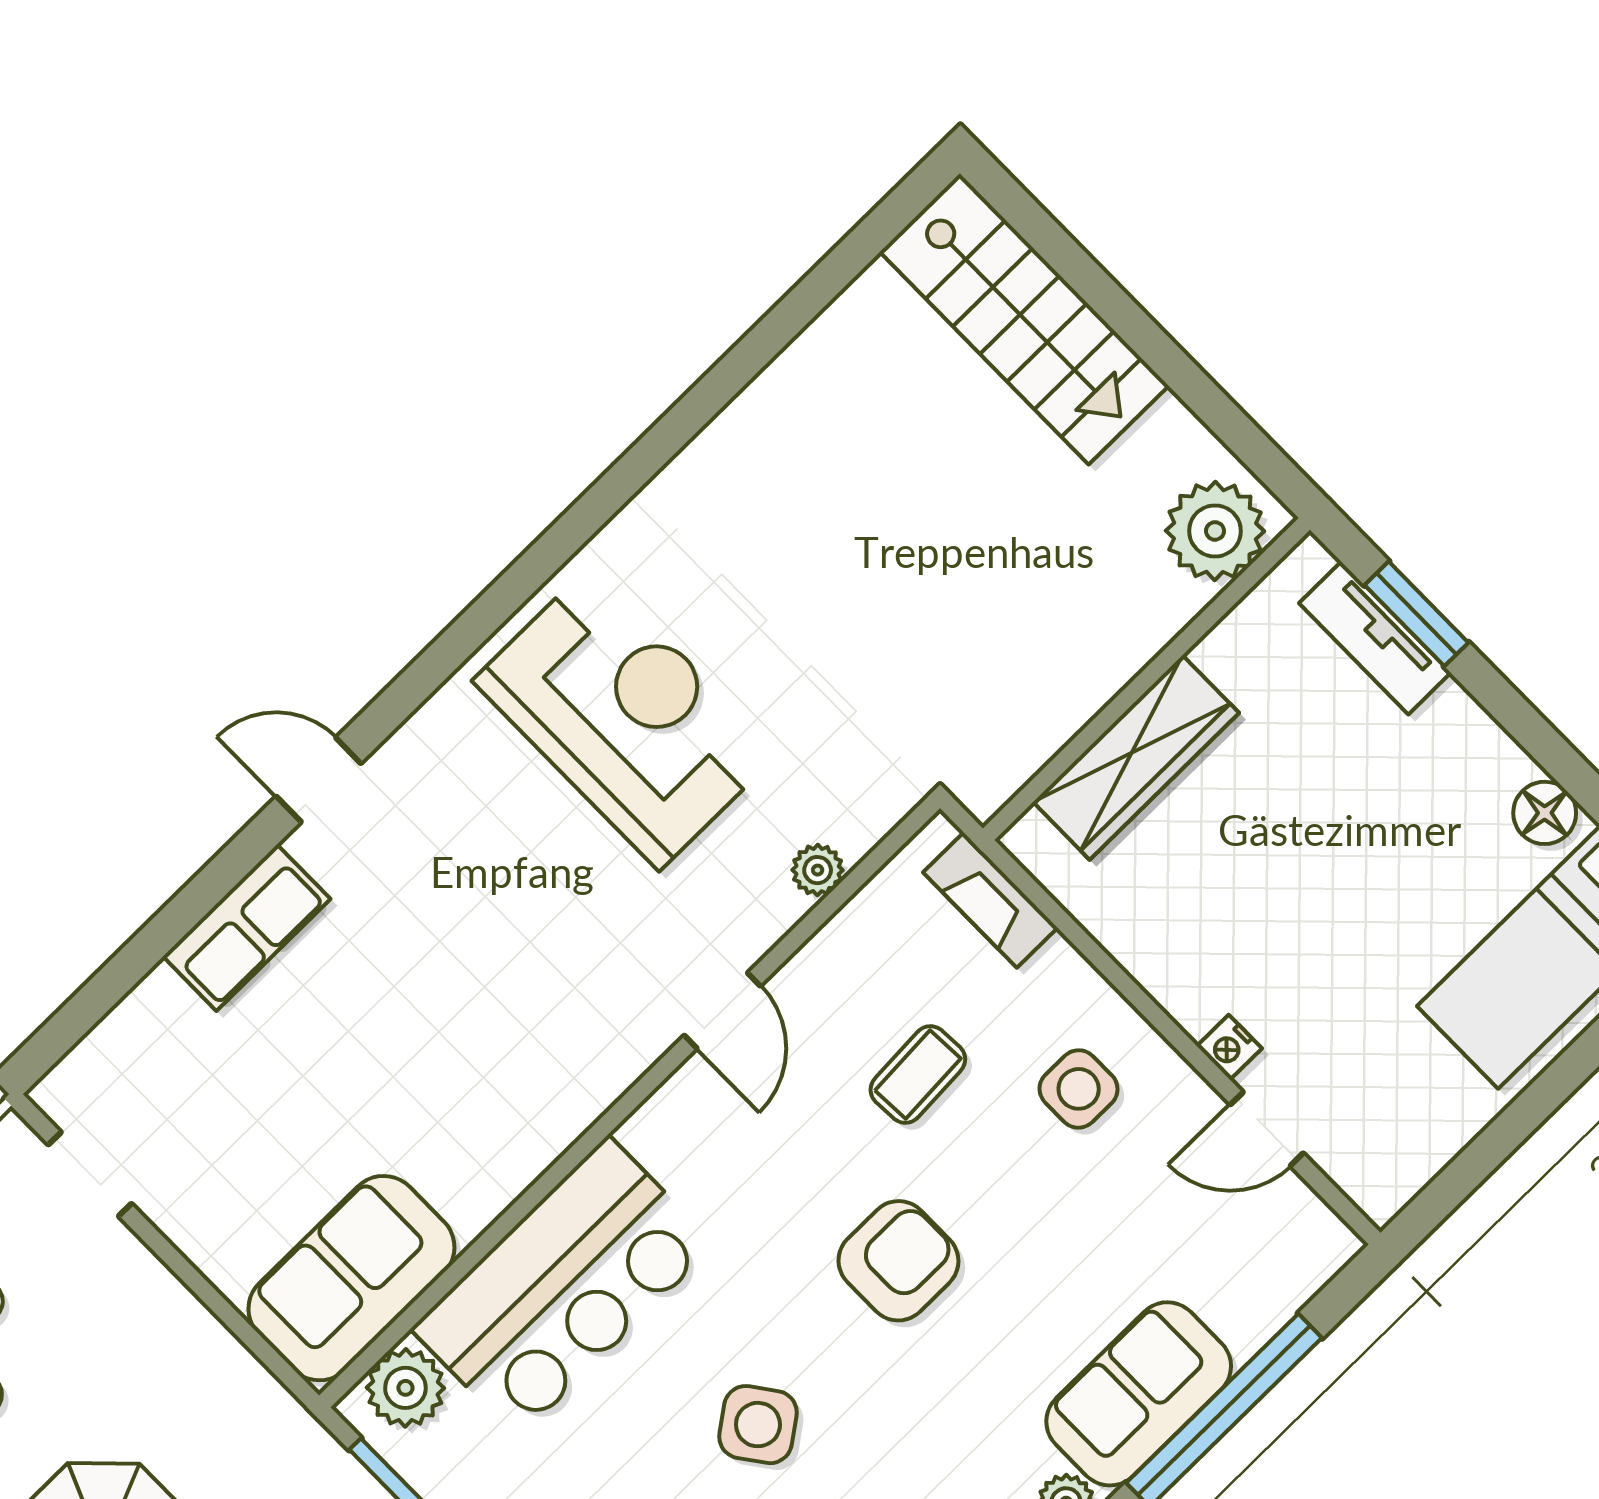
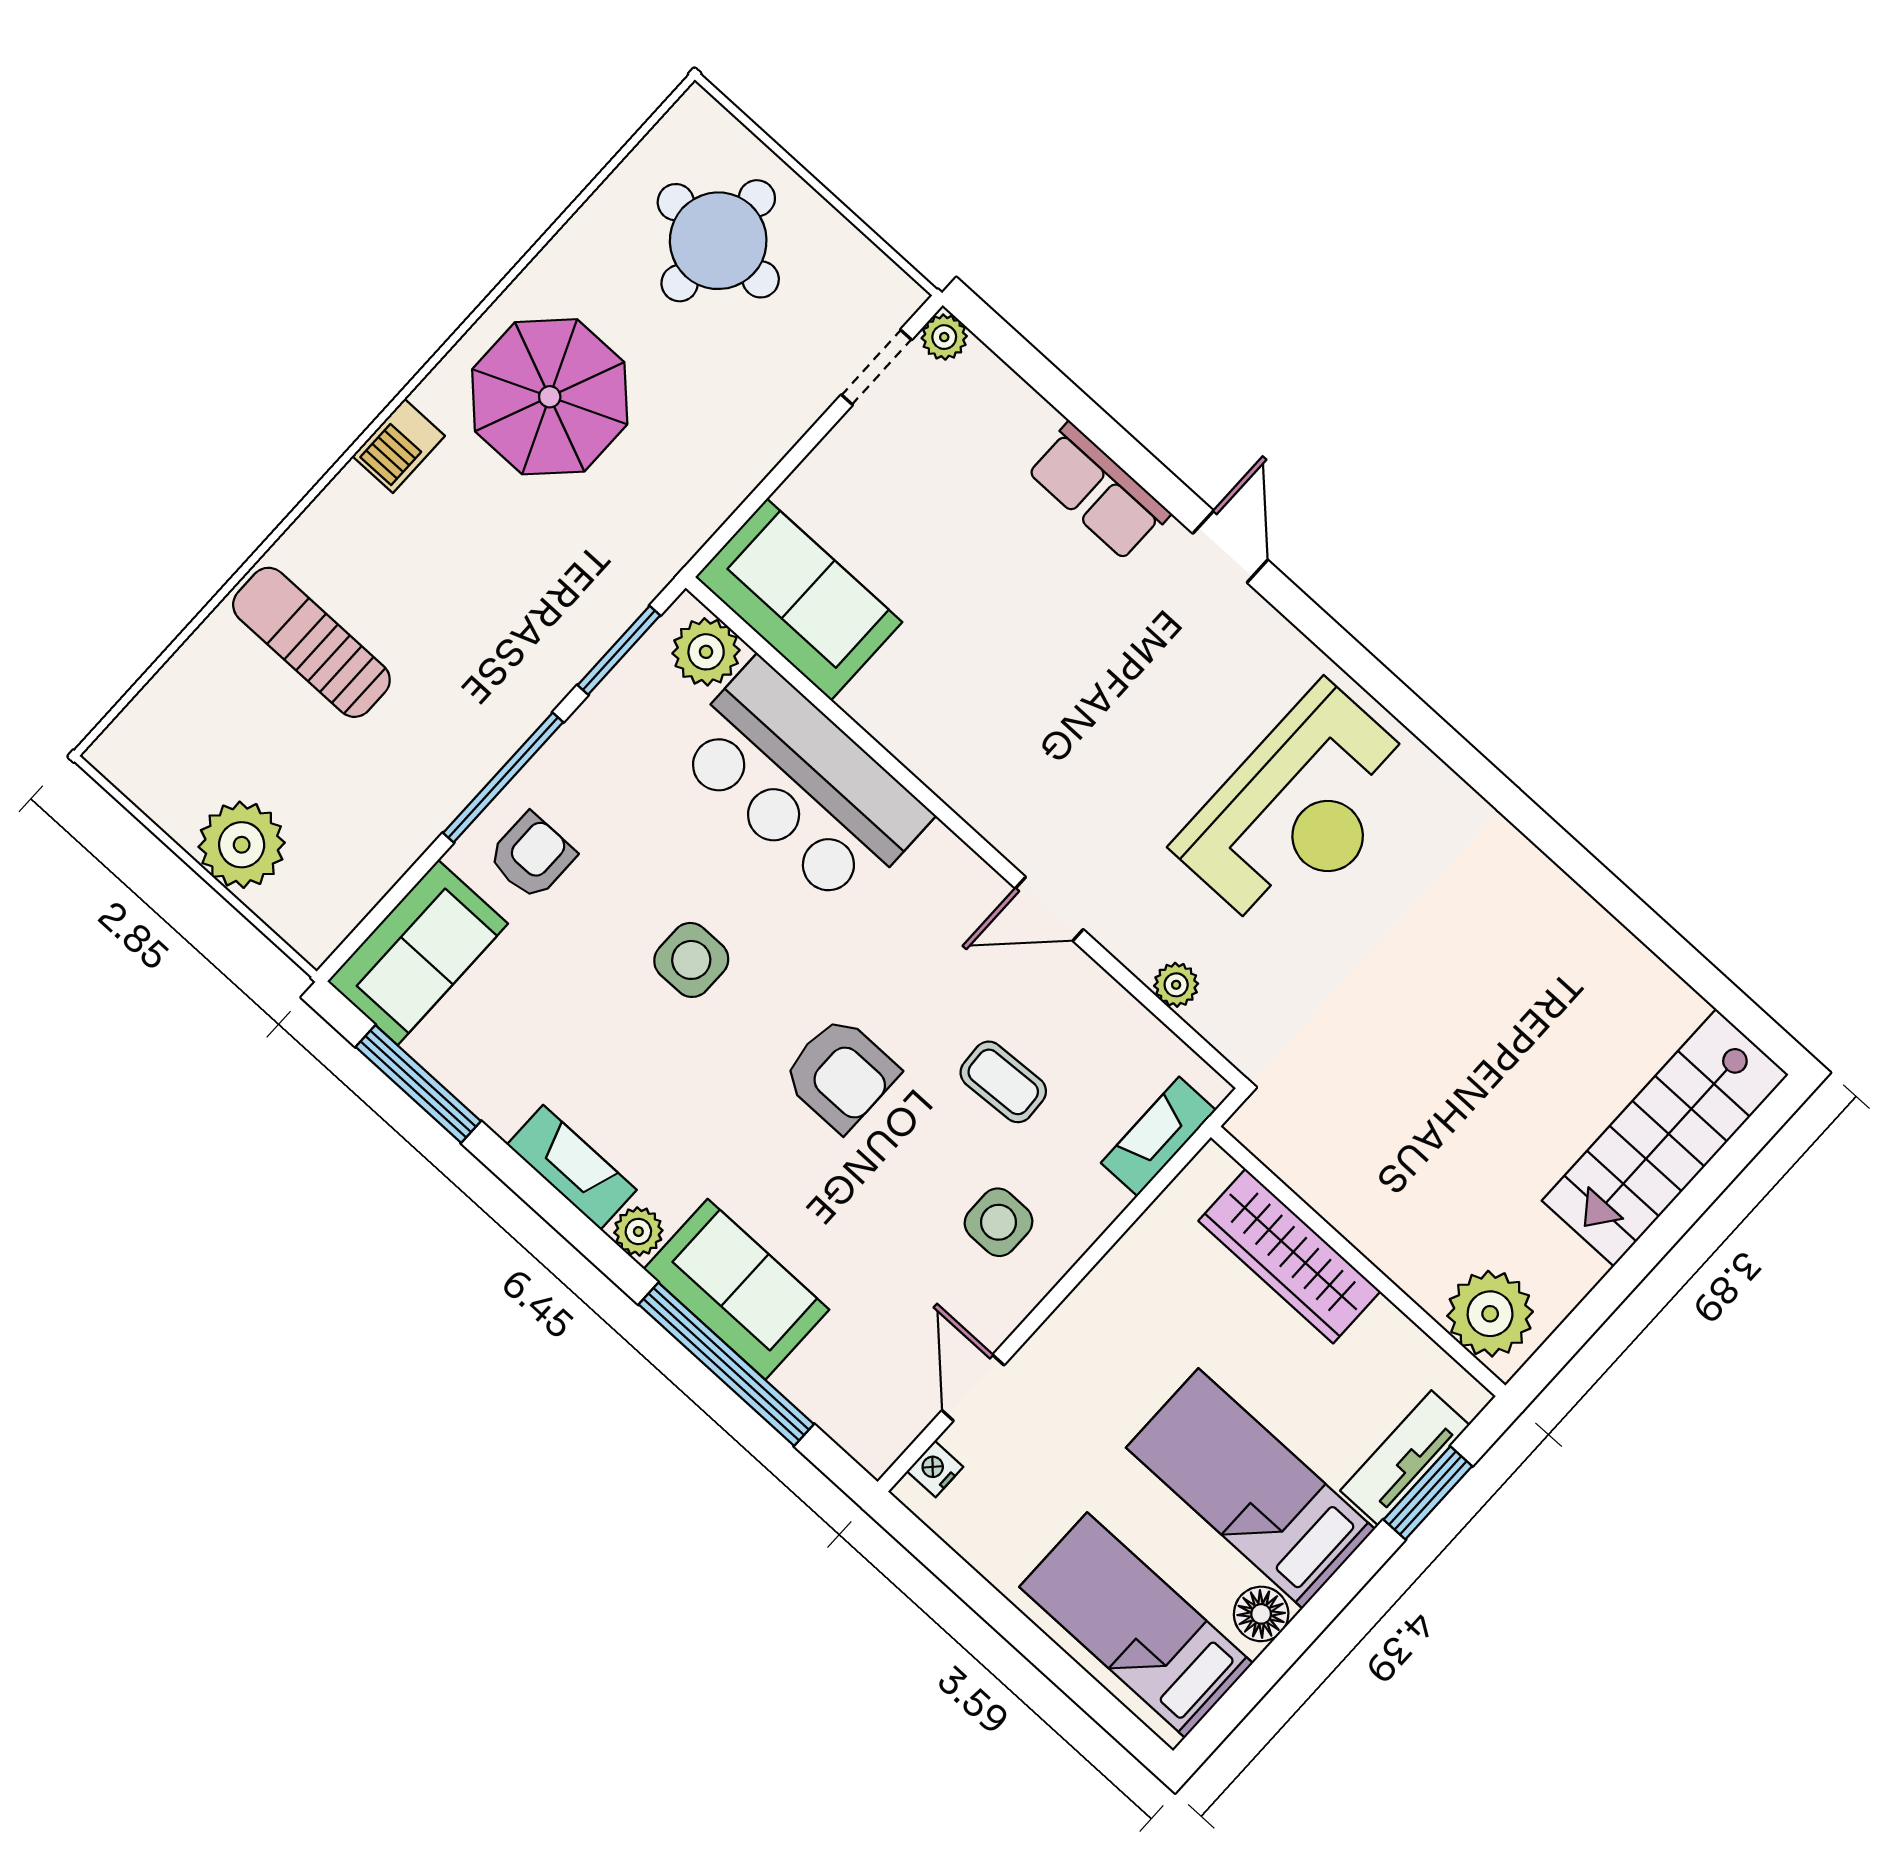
bed: (1400, 817) -> (1250, 1488), added
nightstand: (1229, 1047) -> (935, 1469), moved
plant: (60, 1094) -> (944, 337), added
side table: (758, 1425) -> (691, 960), turned 36

